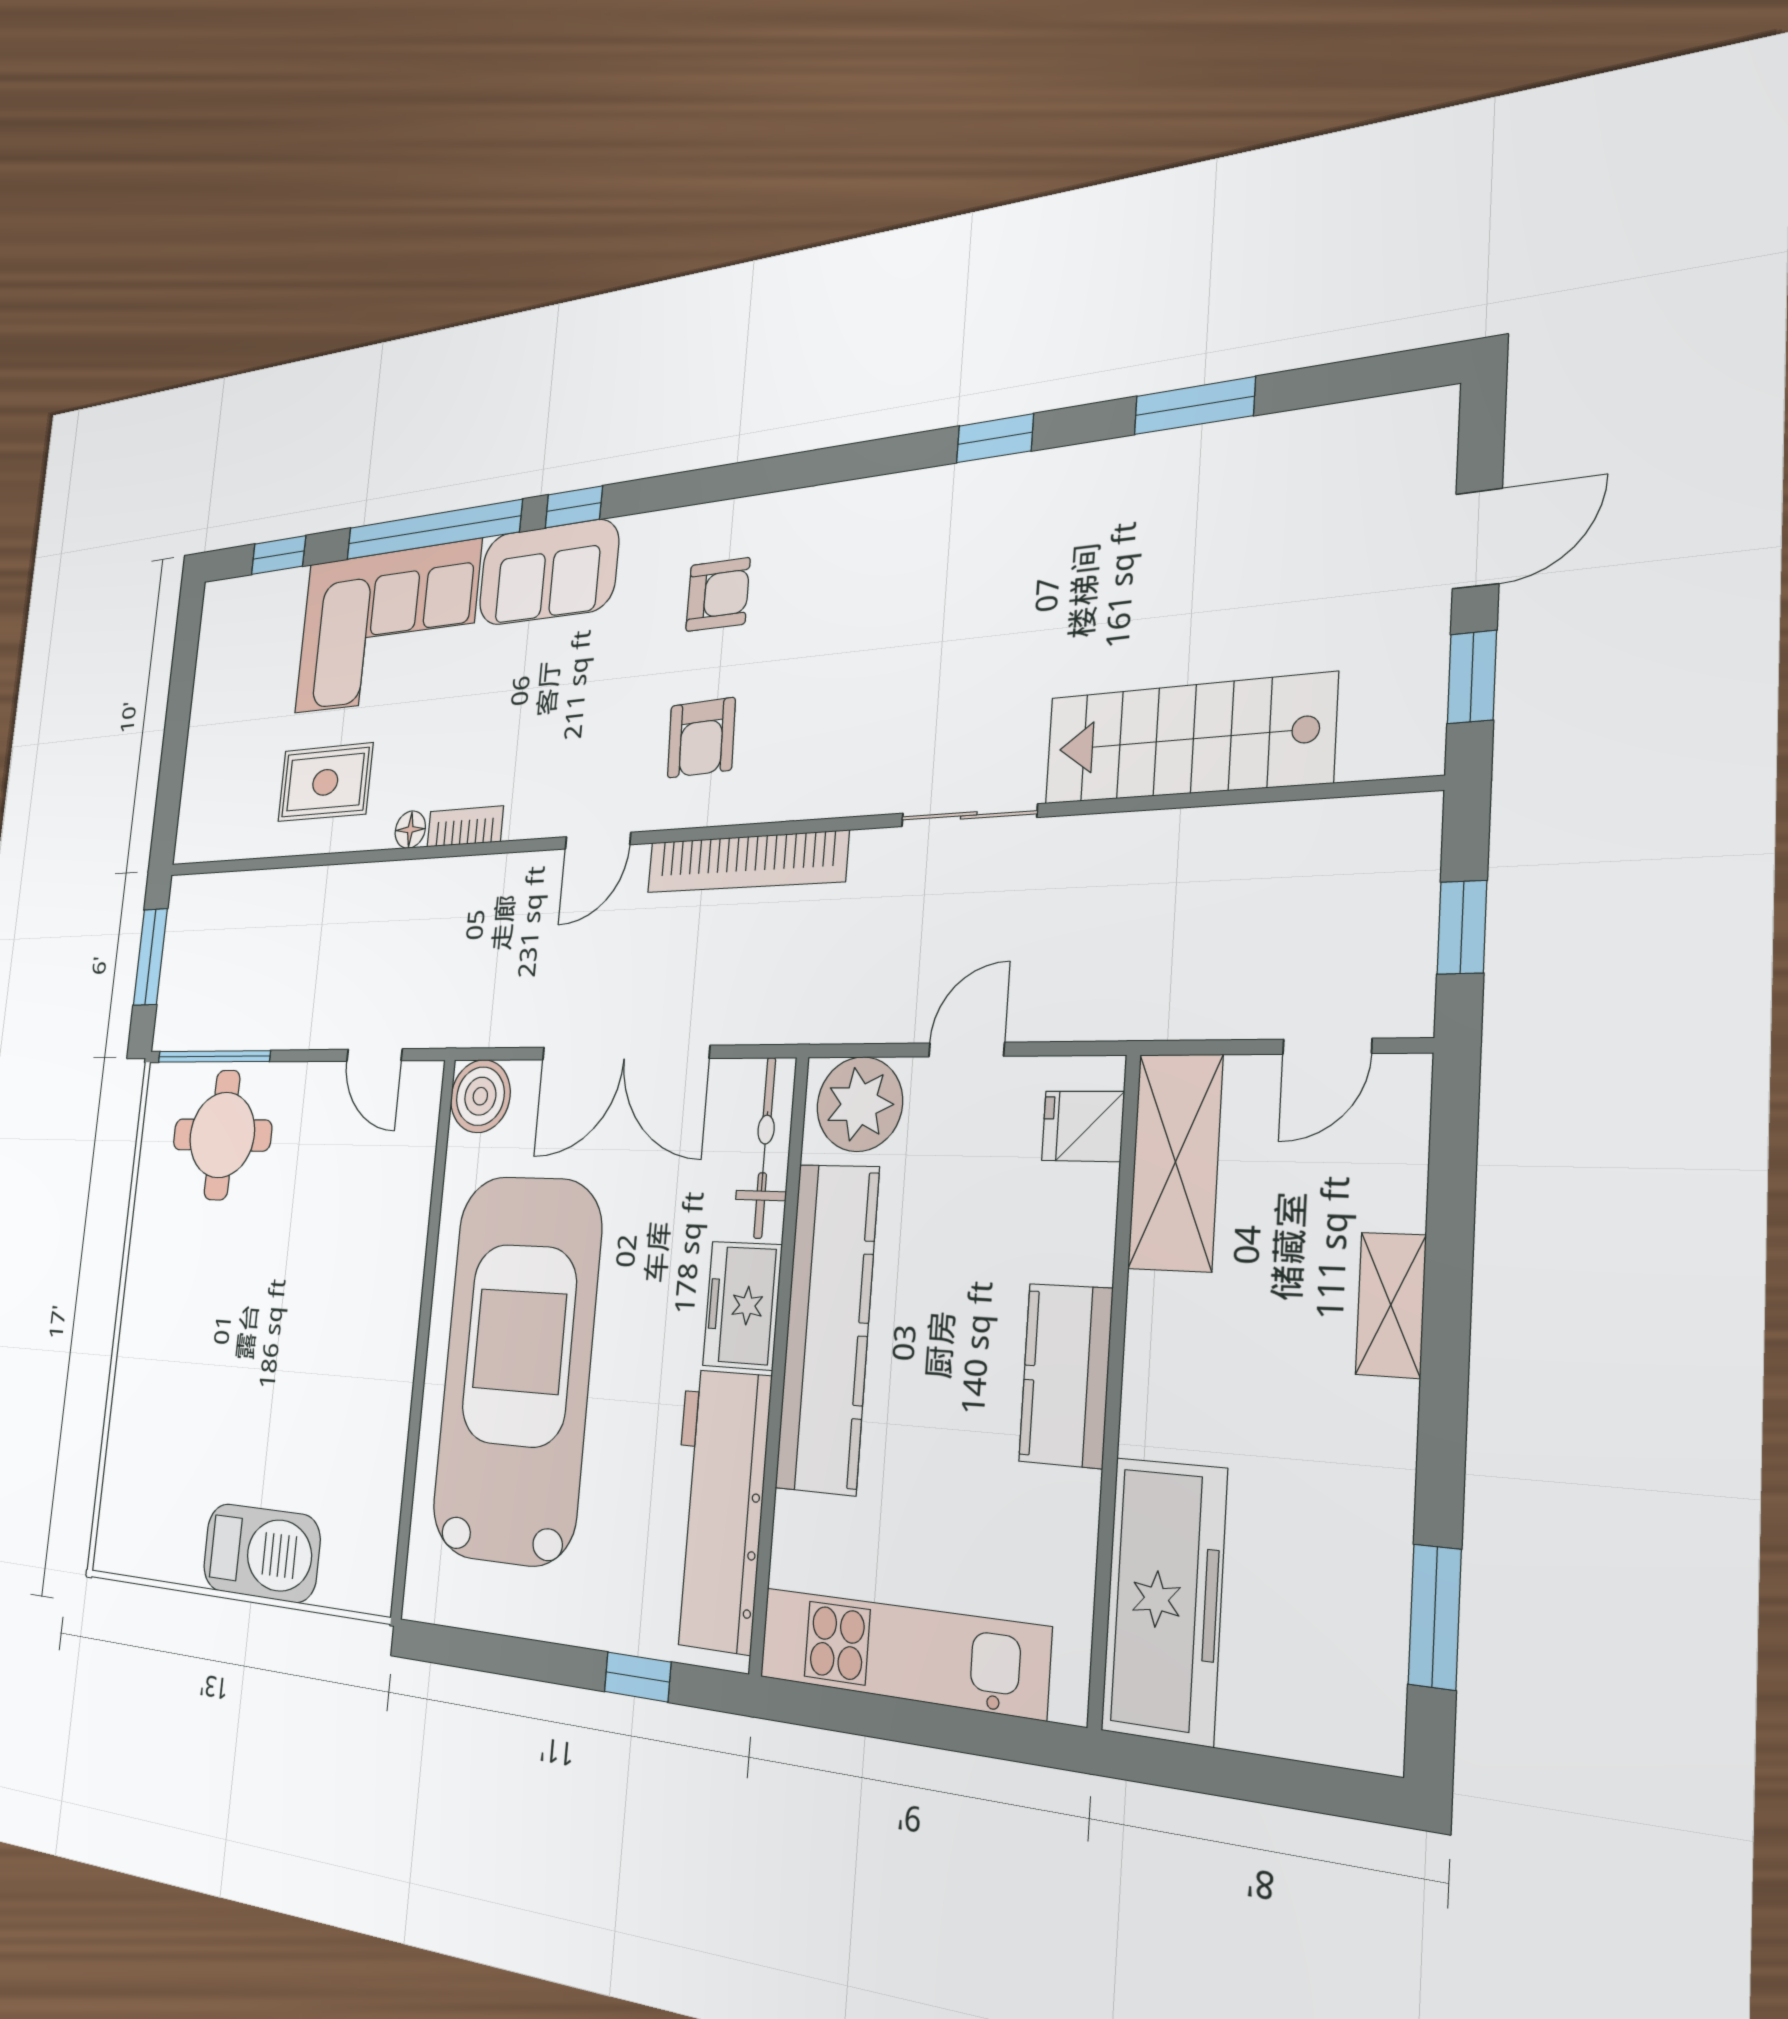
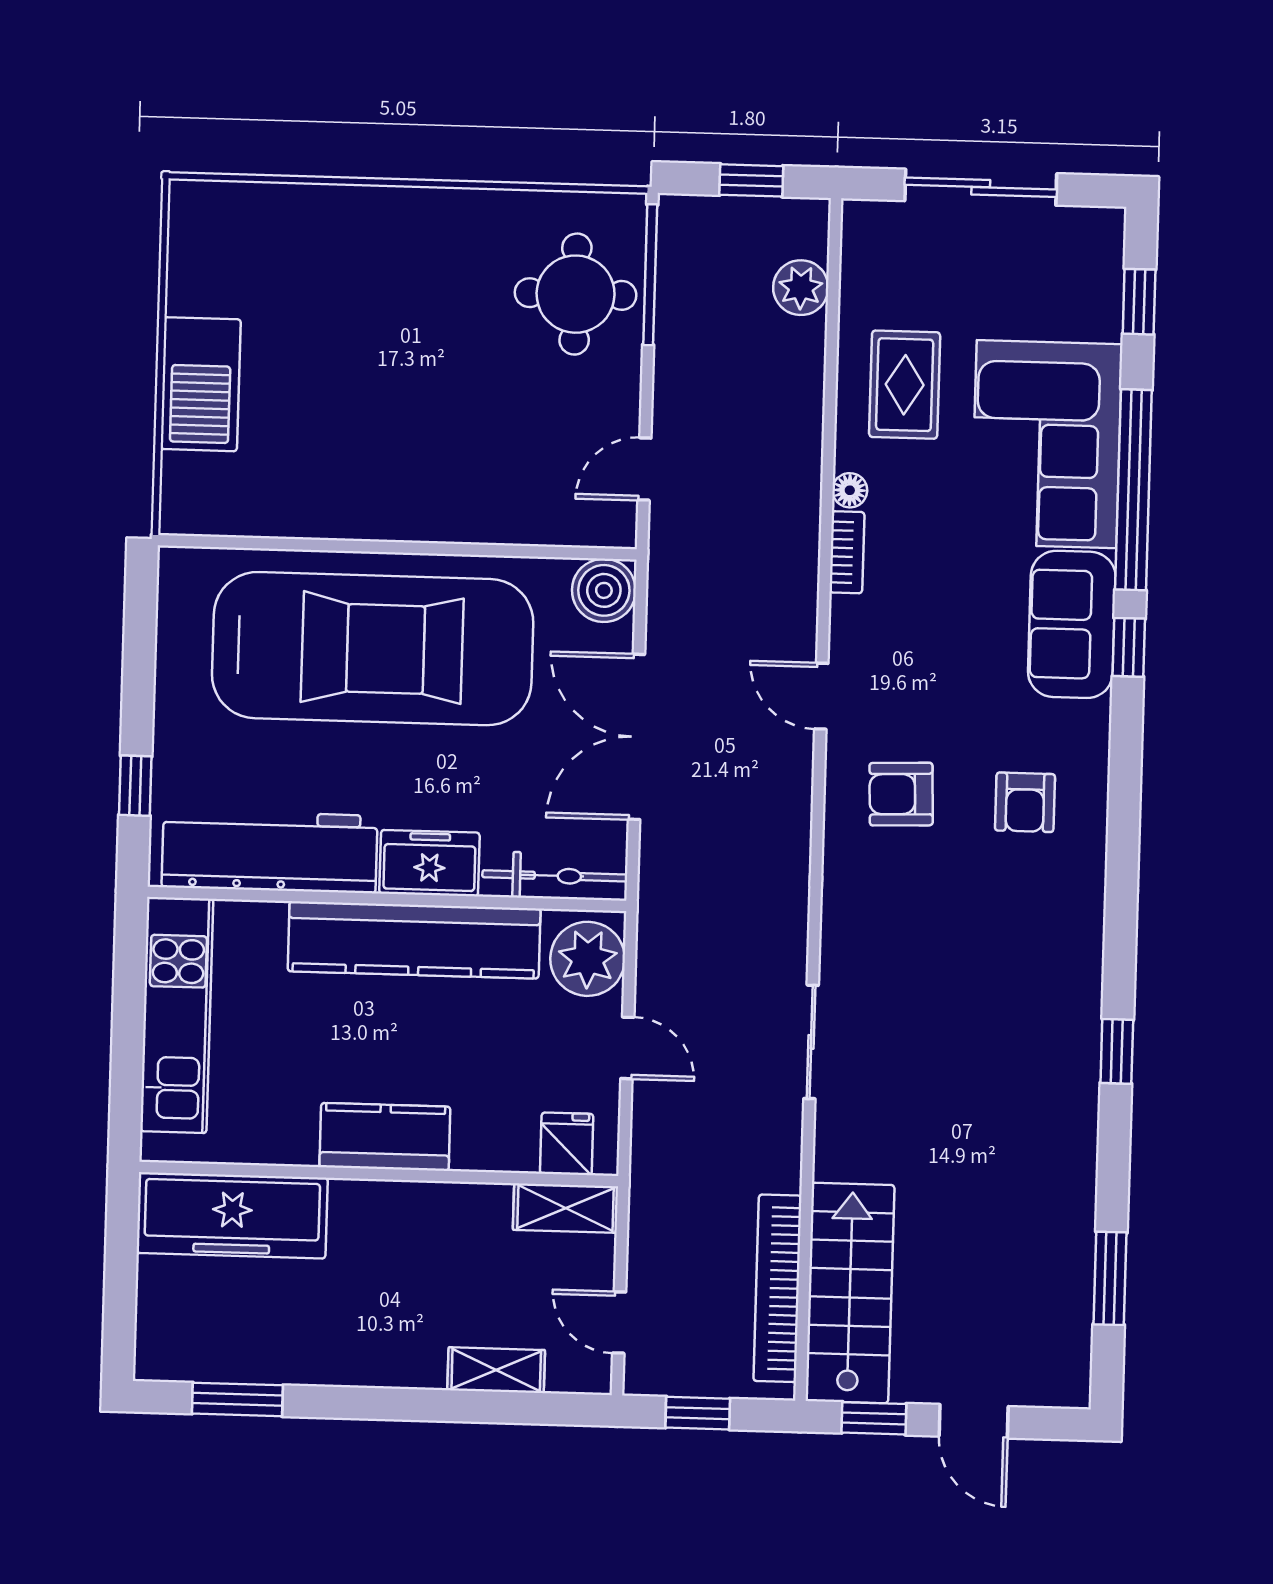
window: (1194, 406) -> (1110, 1278), moved
sliding door: (177, 727) -> (981, 187), added
stairs: (1188, 739) -> (850, 1293), moved
bookcase: (746, 862) -> (777, 1288), moved
plant: (238, 899) -> (801, 288), added
window: (150, 957) -> (751, 180), width x0.67
shelving: (1175, 1162) -> (566, 1208), width x0.67, depth x0.75
shelving: (1391, 1305) -> (496, 1370), moved

